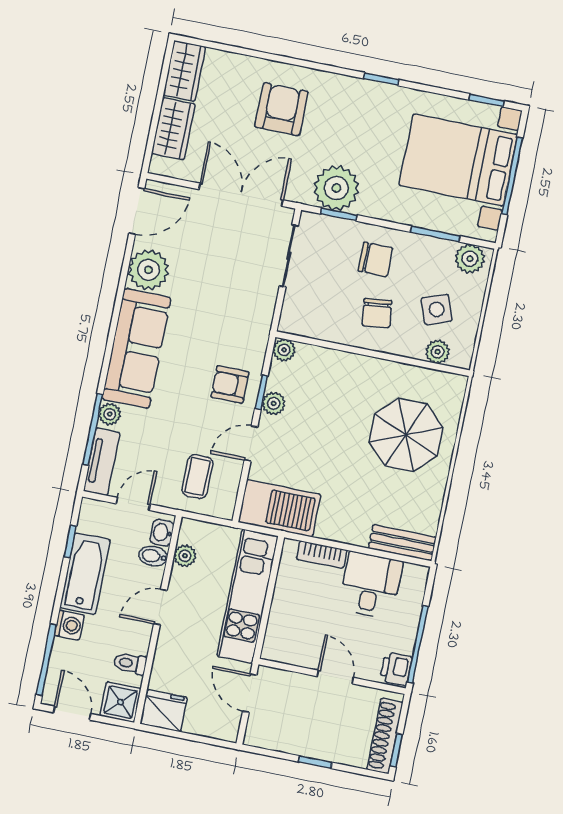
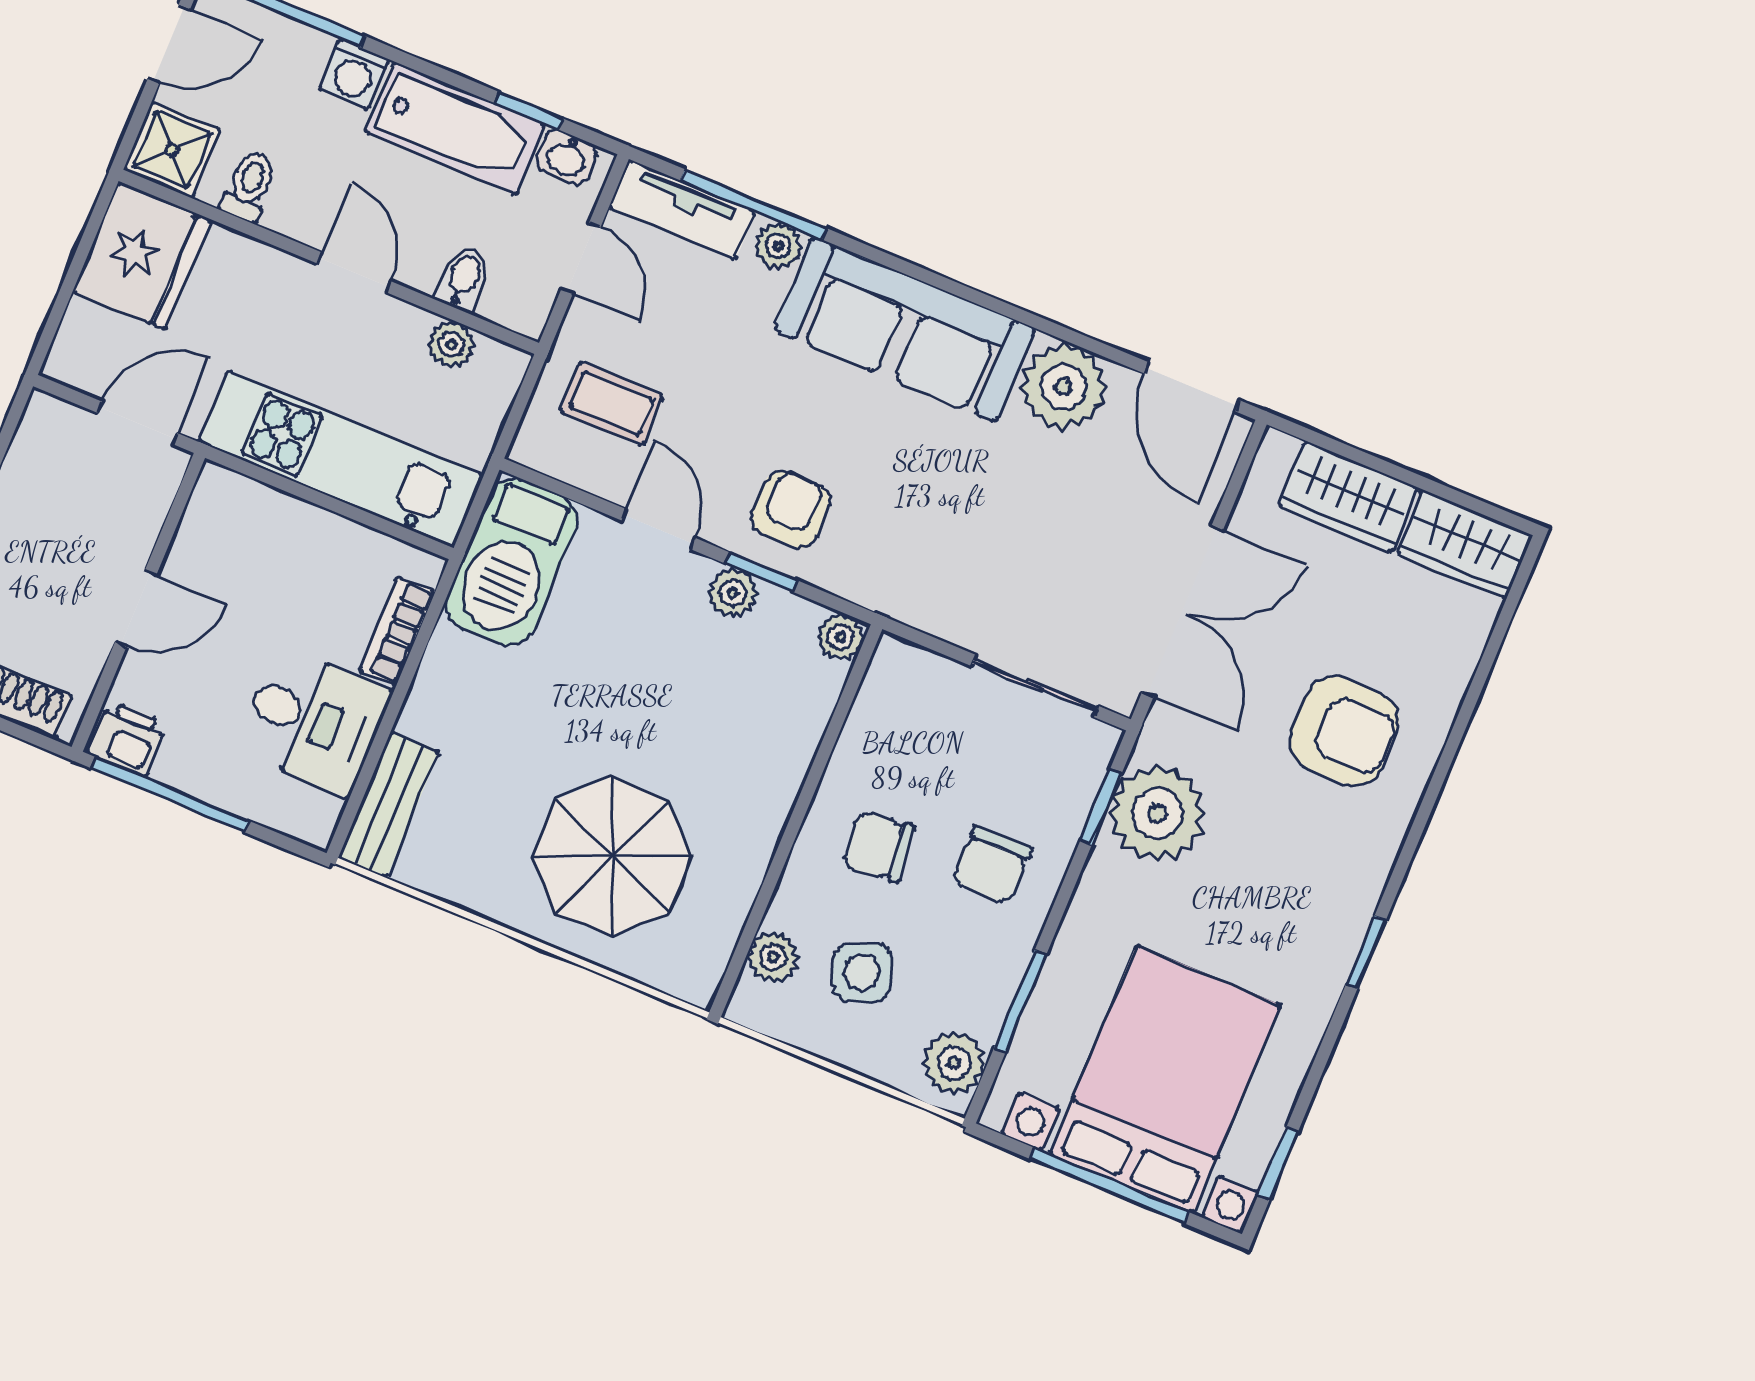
washbasin: (162, 533) -> (567, 157), moved, turned 180
fridge: (164, 711) -> (142, 256), width x1.36, depth x1.34

